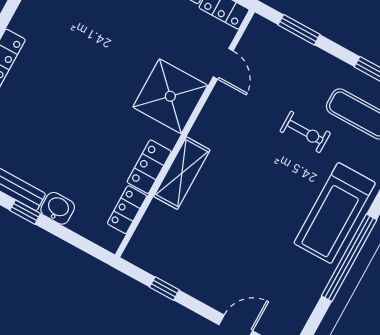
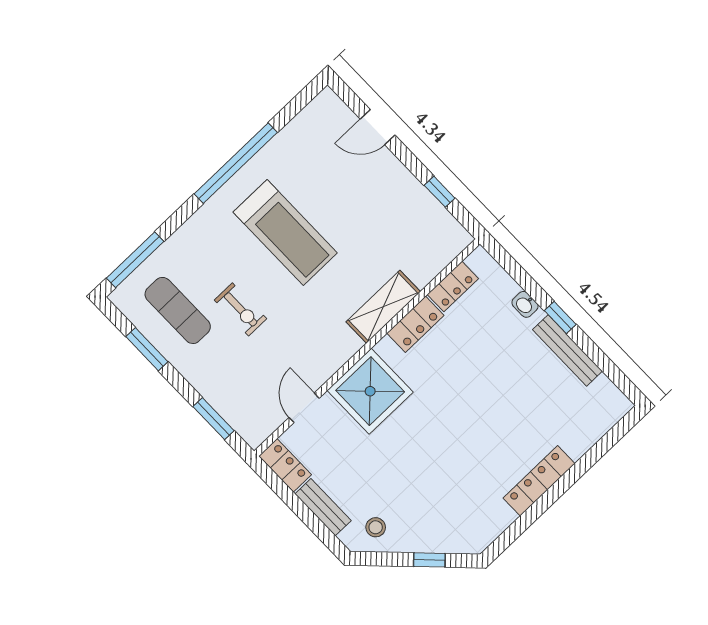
exercise bike: (305, 132) -> (241, 309), turned 180
washbasin: (58, 208) -> (525, 304), width x0.72, depth x0.69
treadmill: (335, 213) -> (285, 232), moved, turned 90

